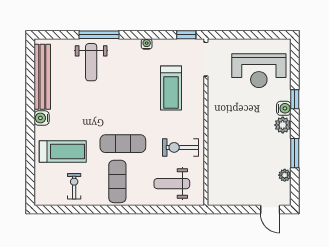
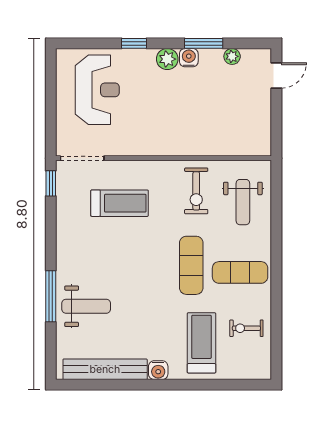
water cooler: (147, 44) -> (63, 235), removed
water cooler: (284, 108) -> (189, 58), moved

